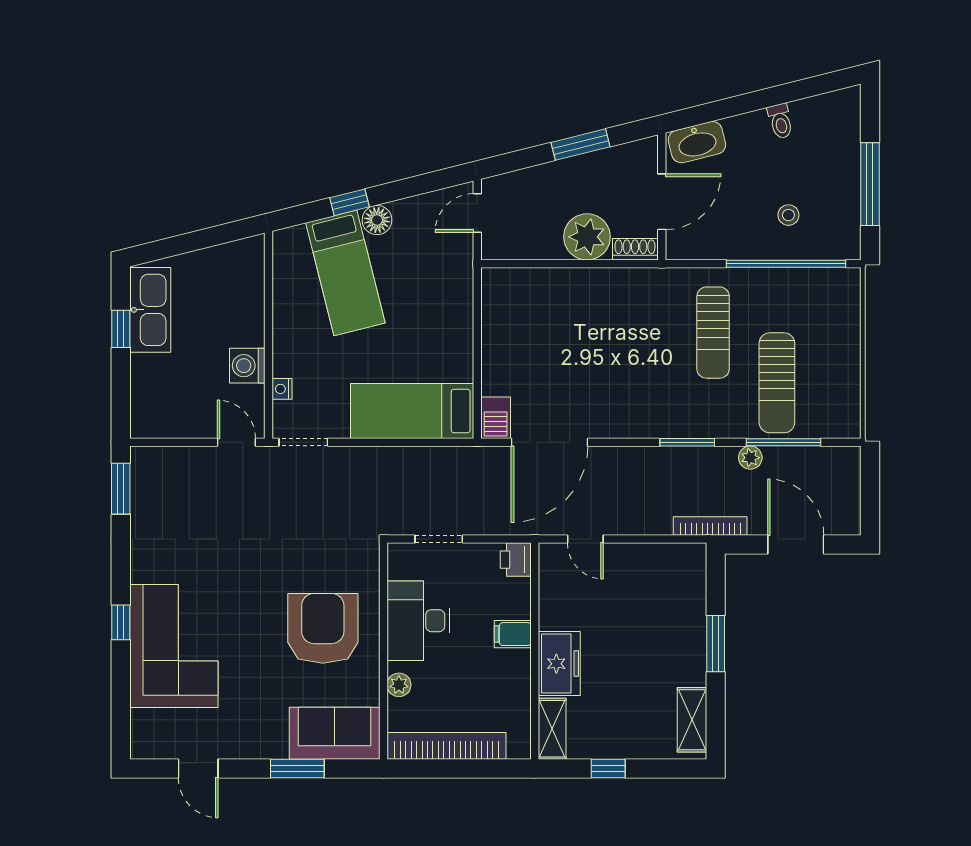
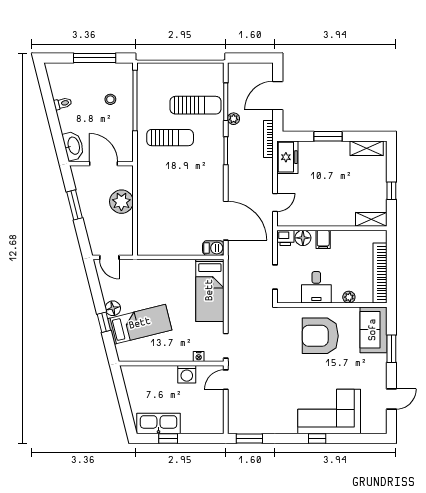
shoe rack: (635, 249) -> (128, 177), removed
floor lamp: (516, 594) -> (303, 238), added
desk: (418, 621) -> (316, 287), width x0.73
freezer: (559, 664) -> (287, 157), moved, turned 90

